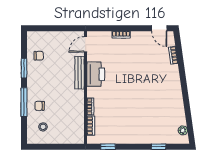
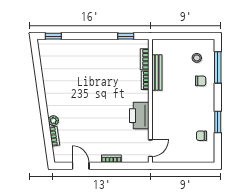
door: (159, 28) -> (81, 166), moved
bench: (80, 73) -> (157, 72), moved
window: (24, 102) -> (218, 67), moved
plant: (183, 130) -> (53, 121), moved
window: (159, 147) -> (53, 36), moved

